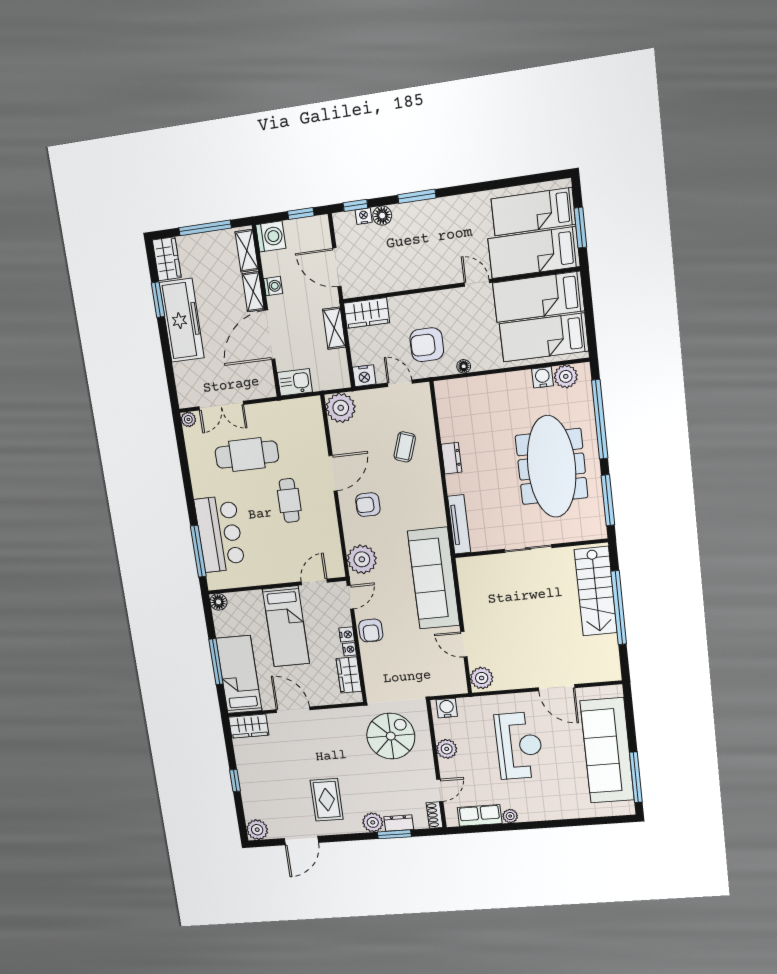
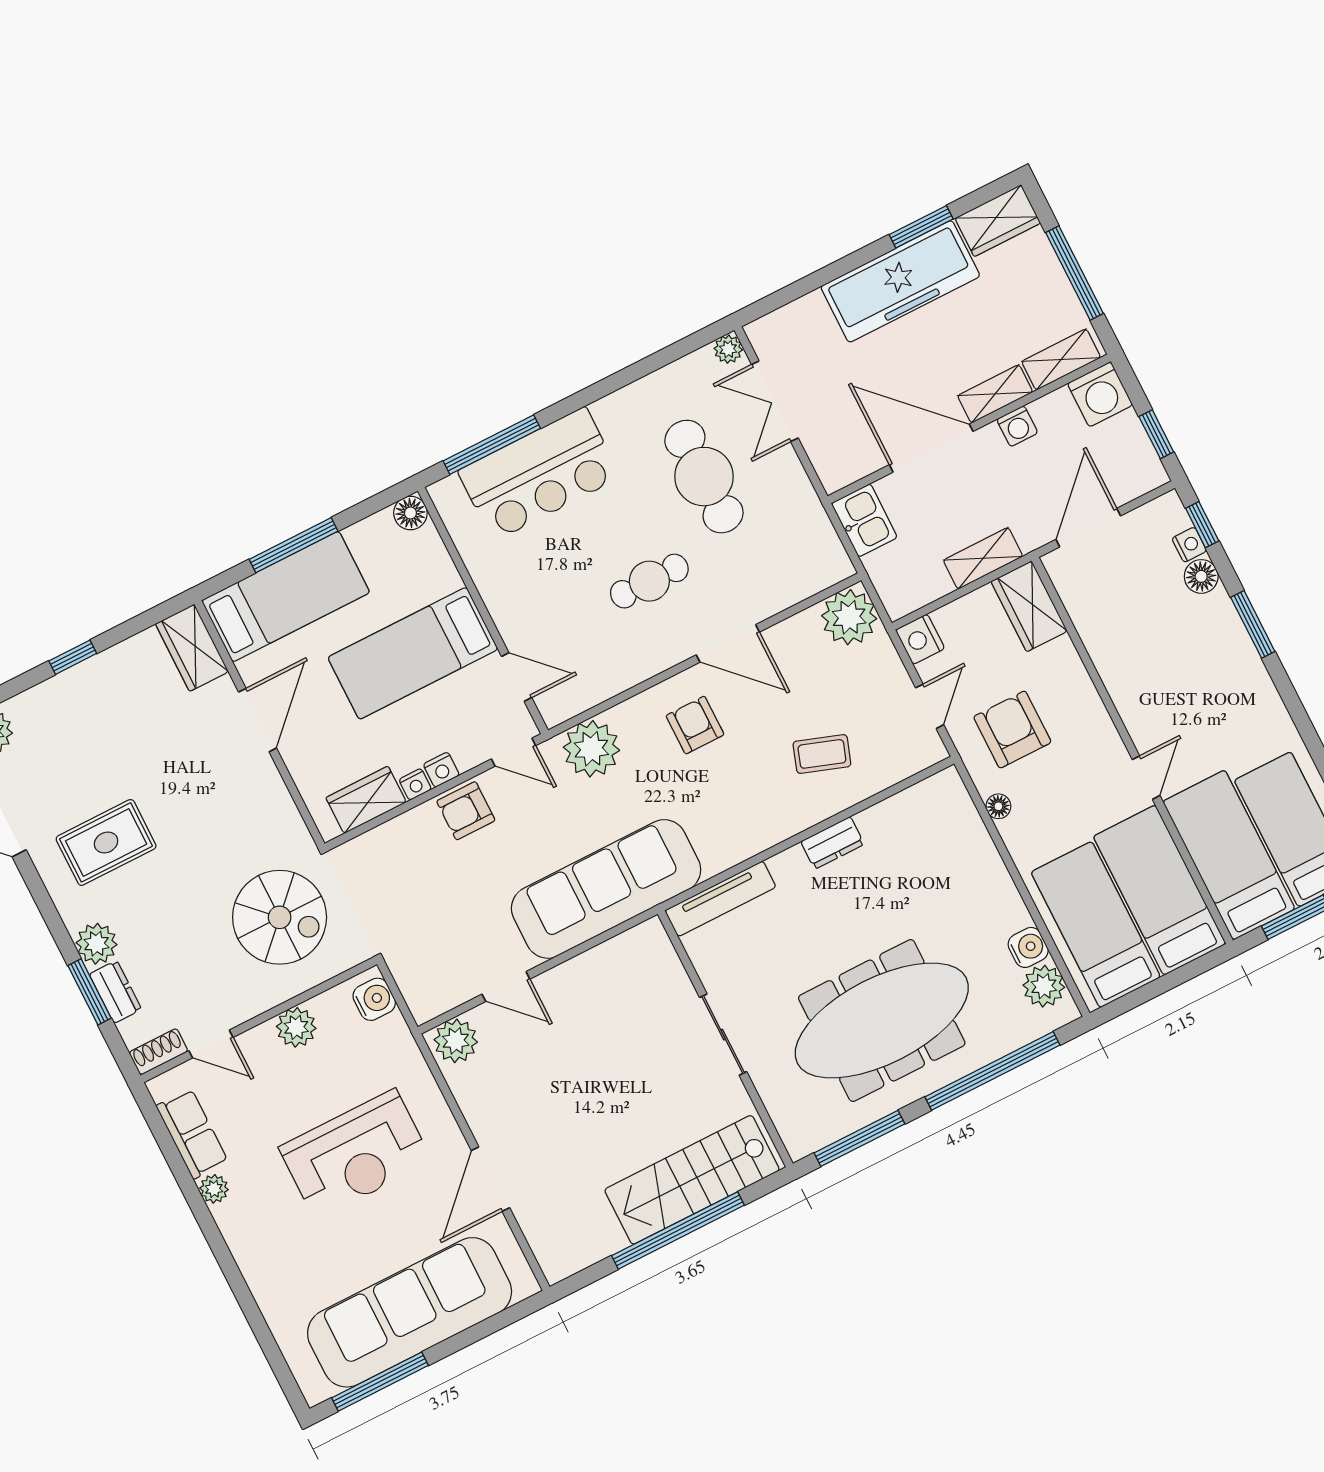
door: (464, 644) -> (506, 987), swing flipped

